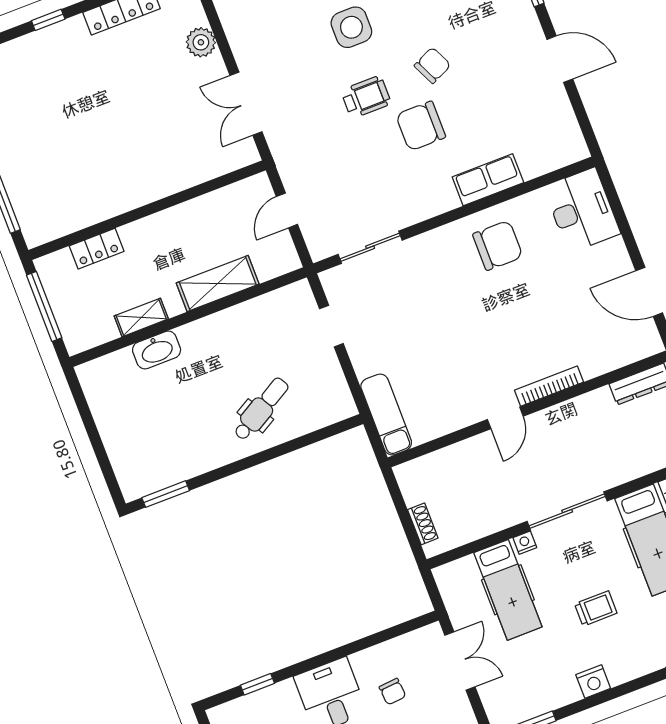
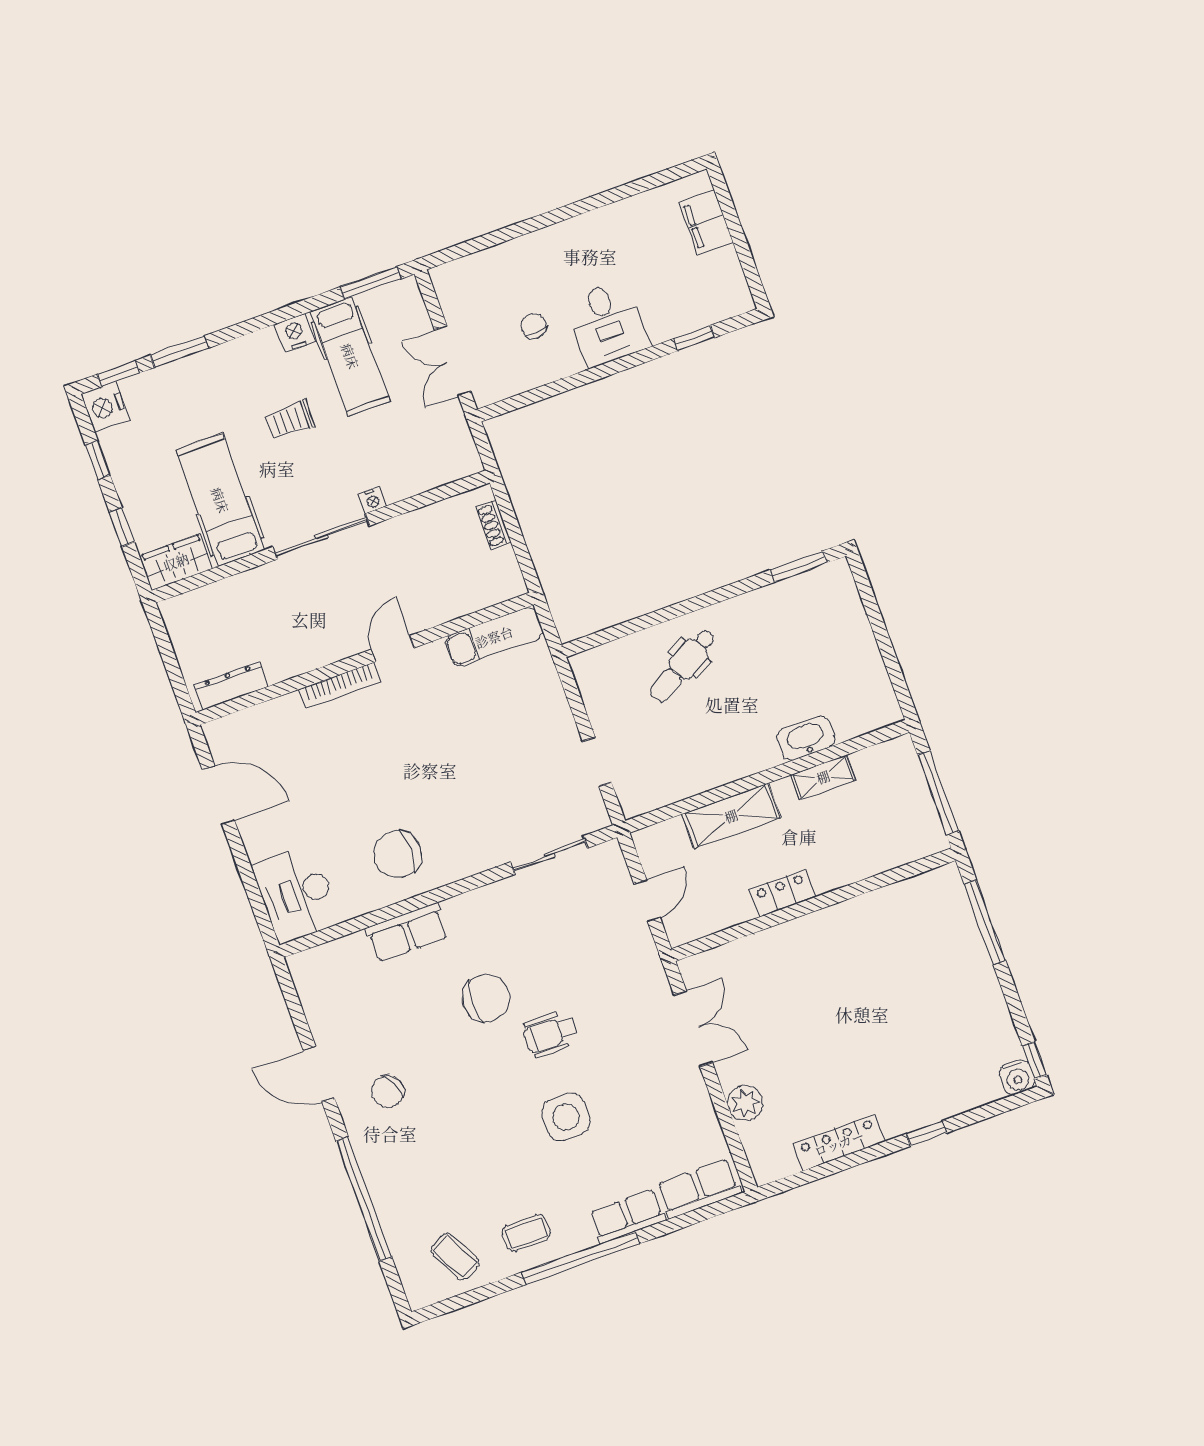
chair: (432, 65) -> (388, 1092), moved
locker: (97, 249) -> (782, 893), moved
exam couch: (386, 415) -> (494, 637), moved, turned -90
hospital bed: (508, 590) -> (350, 356), moved, turned 180

